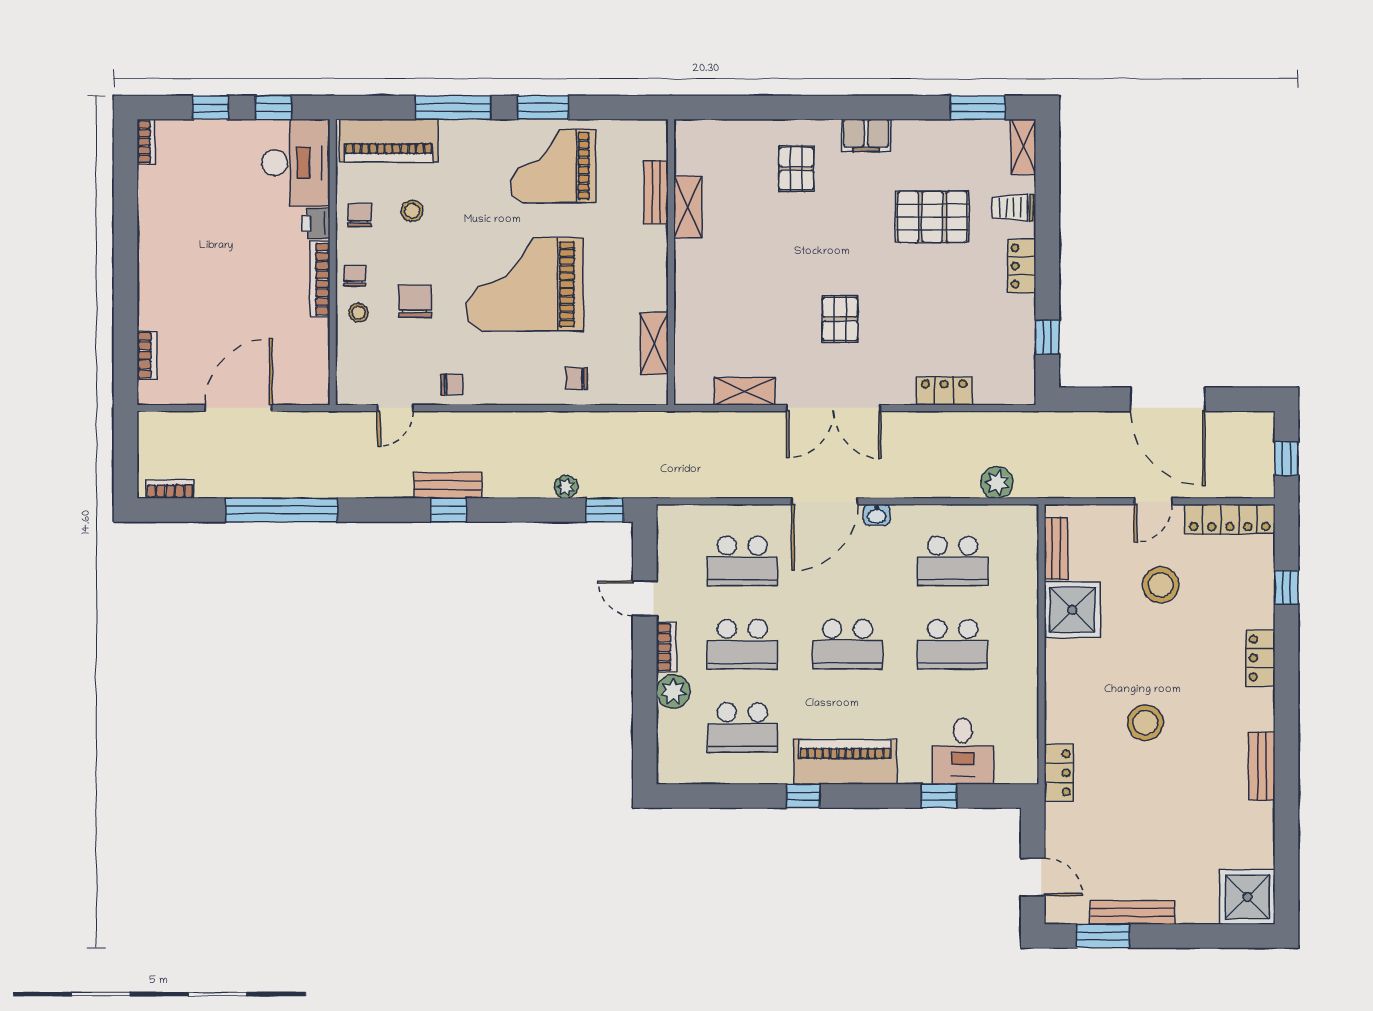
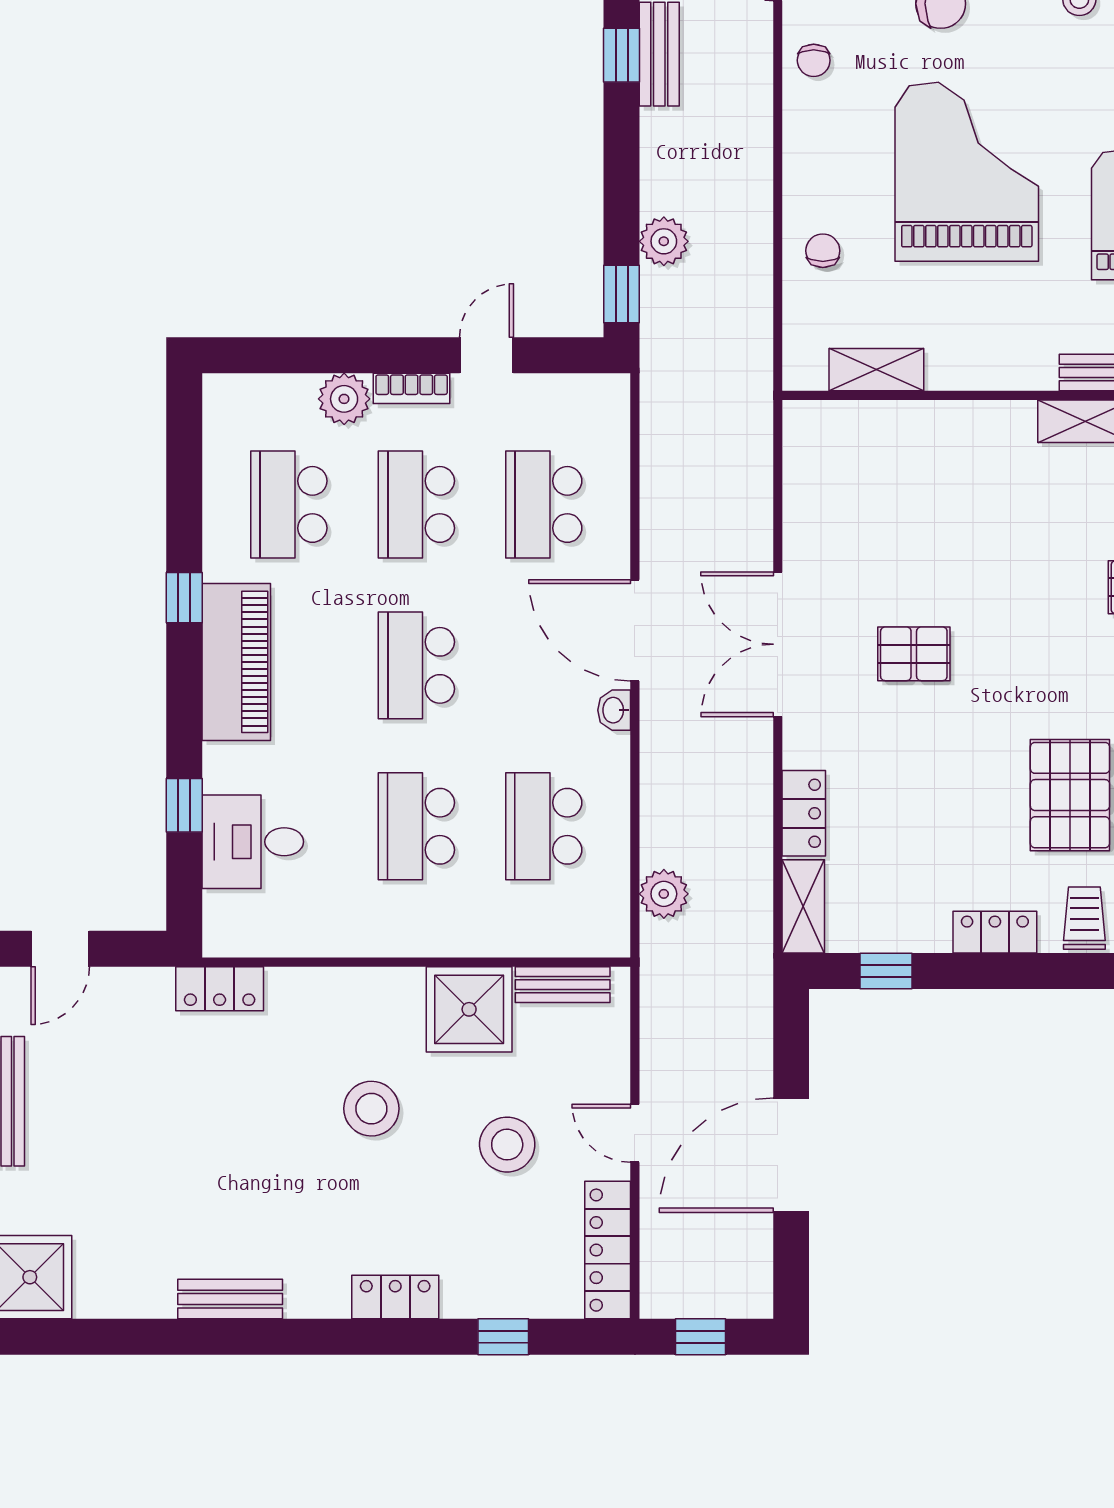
shelving: (744, 391) -> (803, 906), moved
plant: (566, 487) -> (664, 241), width x1.38, depth x1.38
stool: (1145, 723) -> (371, 1109), moved

